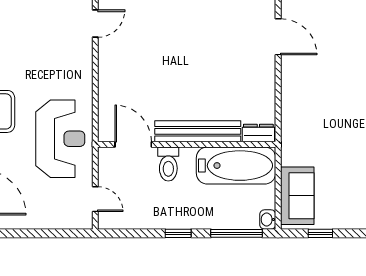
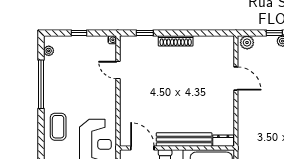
door: (95, 23) -> (118, 70), swing flipped

